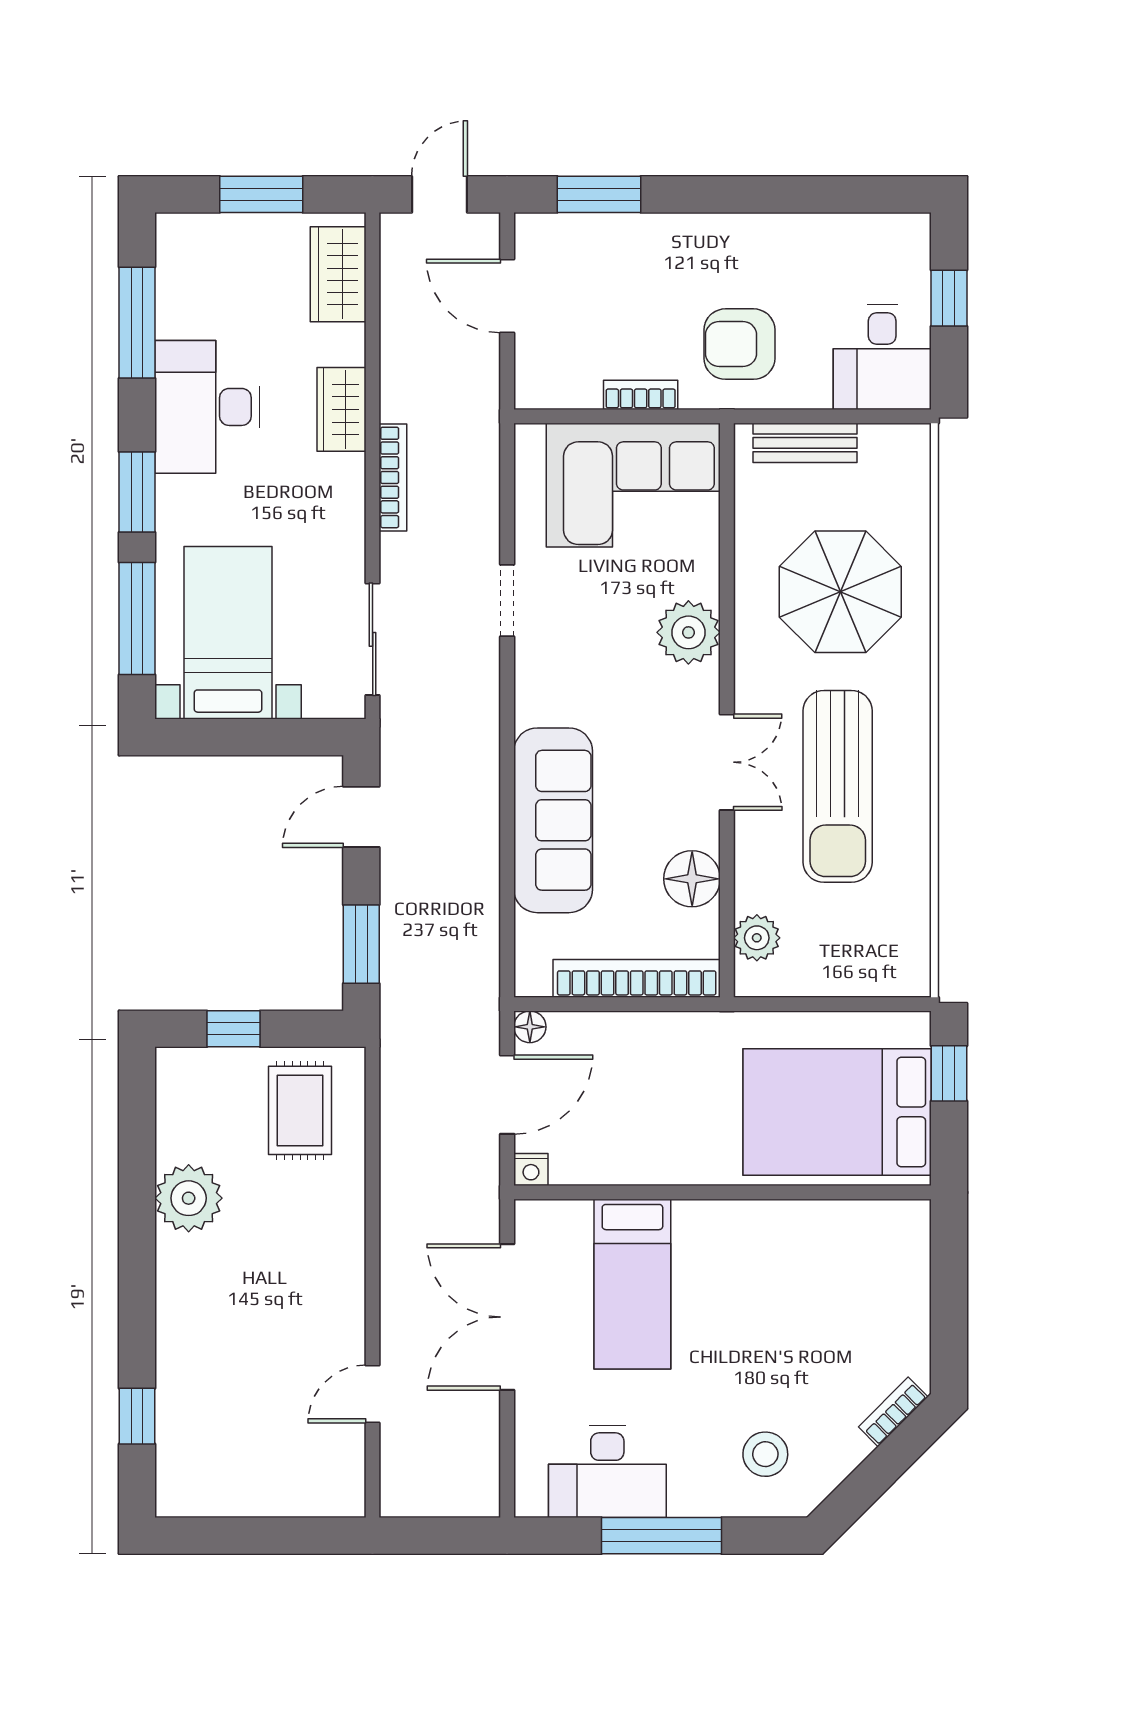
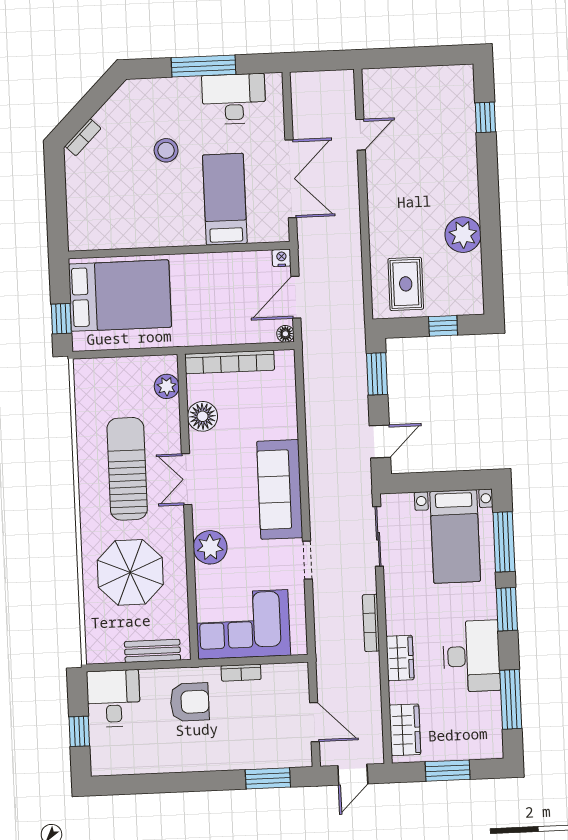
sofa: (553, 820) -> (280, 489), moved
stool: (765, 1454) -> (166, 150), moved

